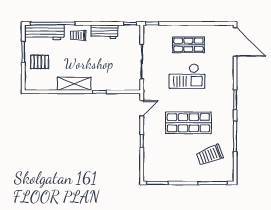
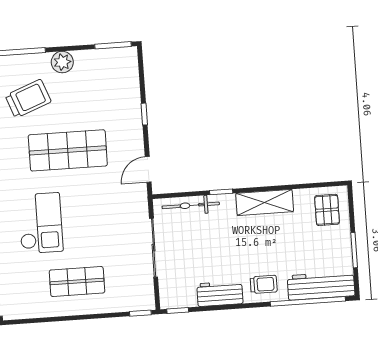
pallet: (39, 62) -> (327, 210), moved, turned 90
checkout: (187, 76) -> (41, 223), moved, turned 90
bicycle: (118, 85) -> (191, 205), added
plant: (188, 175) -> (62, 62), added

